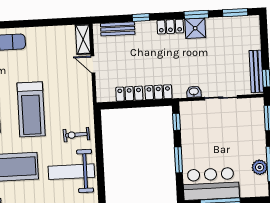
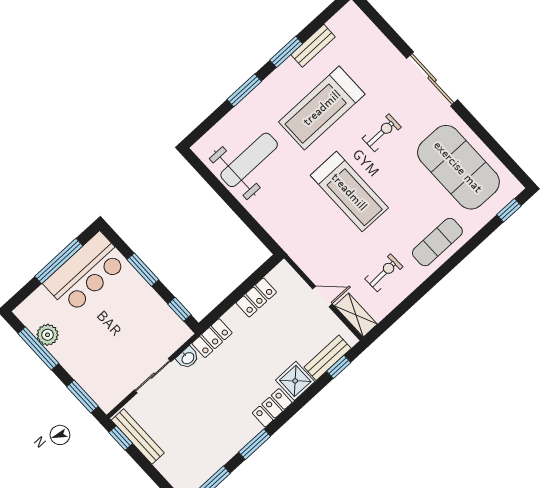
window: (141, 18) -> (339, 367), moved
shower: (195, 28) -> (295, 381), moved
locker: (158, 92) -> (212, 338), moved
treadmill: (31, 109) -> (349, 192), turned 180
exercise bike: (76, 135) -> (384, 273), moved

